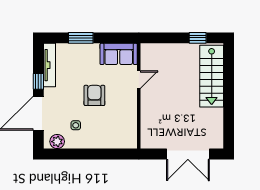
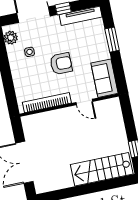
bookcase: (131, 118) -> (47, 103), added

